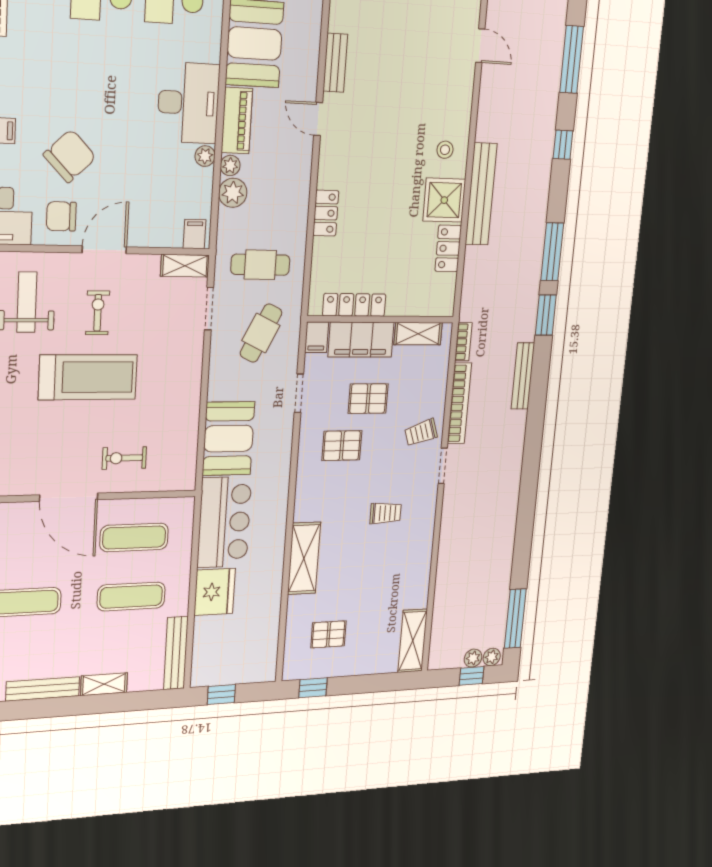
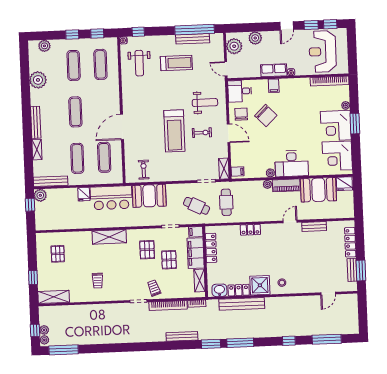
plant: (233, 193) -> (40, 195), moved
bench: (481, 194) -> (242, 304), moved
washbasin: (443, 291) -> (219, 290), added
exercise bike: (124, 458) -> (144, 170), moved
trolley: (386, 513) -> (98, 281), moved
shelving: (304, 558) -> (109, 237), moved
fridge: (215, 592) -> (84, 194), width x0.53, depth x0.75
window: (313, 688) -> (33, 277), moved

